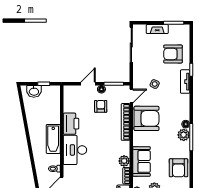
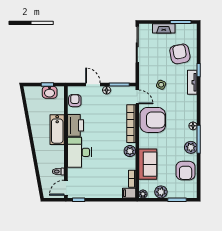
armchair: (173, 54) -> (180, 54), turned 79
door: (88, 84) -> (93, 84), hinge flipped
washbasin: (34, 91) -> (50, 92), moved
door: (131, 96) -> (137, 97), hinge flipped
armchair: (101, 106) -> (75, 101), moved
plant: (184, 135) -> (191, 147), moved
bathtub: (53, 139) -> (57, 130), moved
plant: (124, 161) -> (130, 151), moved

